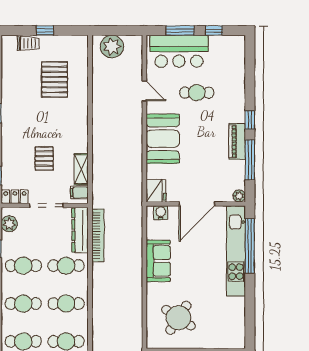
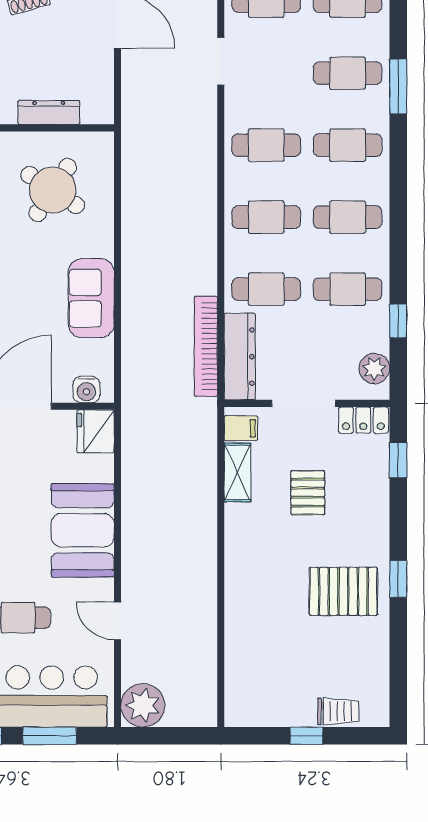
trolley: (28, 43) -> (338, 711), turned 180
plant: (112, 47) -> (143, 705), moved
pallet: (55, 80) -> (343, 591), moved, turned 90

